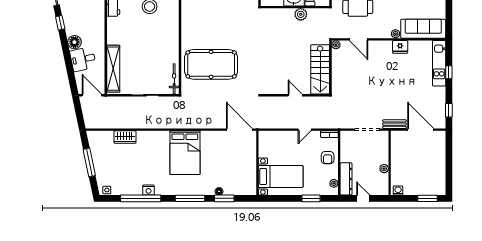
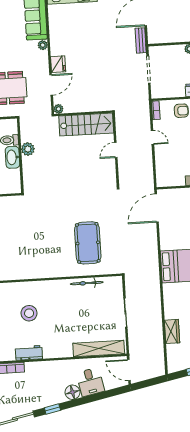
fridge: (400, 47) -> (58, 64), moved
pool table: (211, 64) -> (88, 243), width x0.73, depth x0.76
bicycle: (174, 79) -> (87, 283), moved
door: (92, 95) -> (129, 370), hinge flipped

